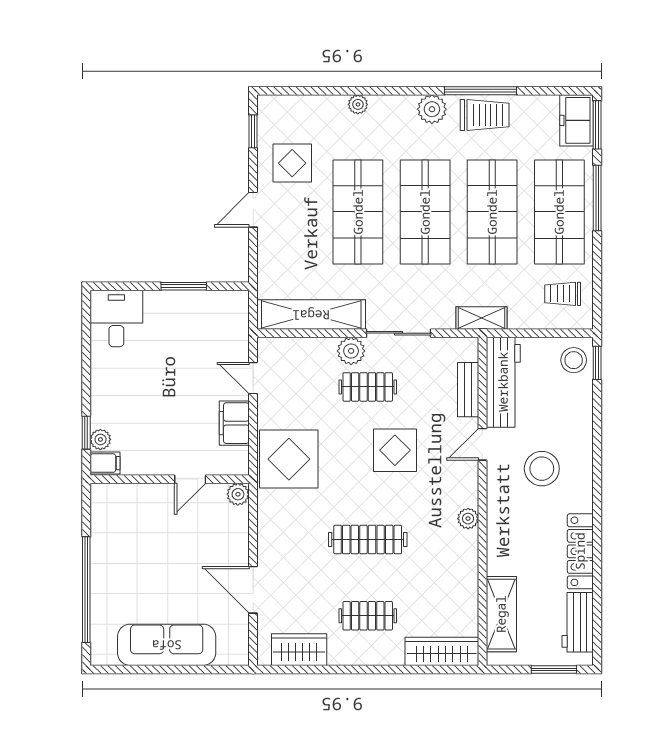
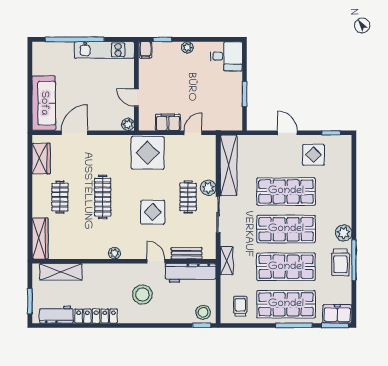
plant: (358, 104) -> (346, 192), removed
plant: (100, 439) -> (187, 47), moved
kitchen unit: (105, 537) -> (104, 50), added
sofa: (167, 645) -> (44, 103), moved

